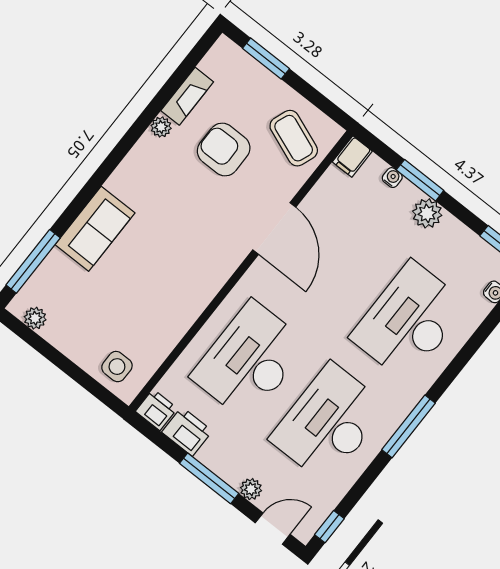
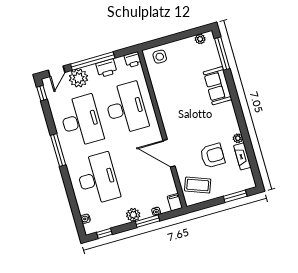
printer: (187, 432) -> (106, 68), moved
window: (209, 478) -> (93, 61), width x1.46
plant: (251, 489) -> (79, 78), width x1.87, depth x1.87

